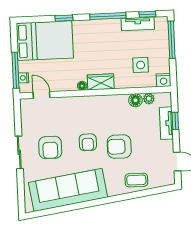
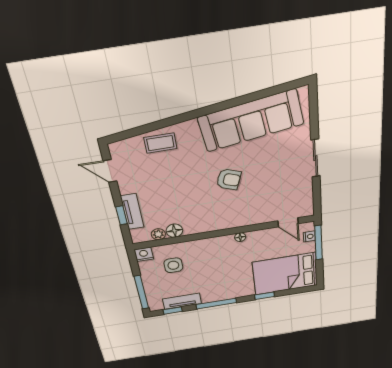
wardrobe: (101, 82) -> (218, 244), removed
armchair: (88, 142) -> (229, 179), turned 110
armchair: (119, 147) -> (188, 179), removed
armchair: (50, 148) -> (276, 168), removed

